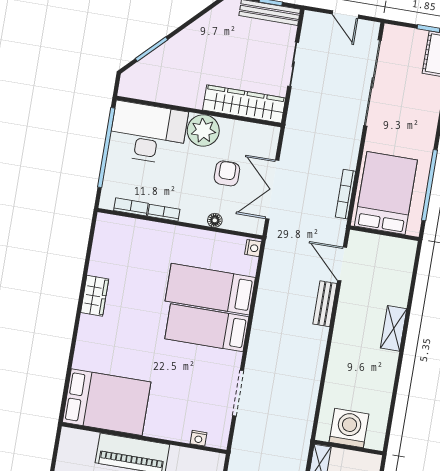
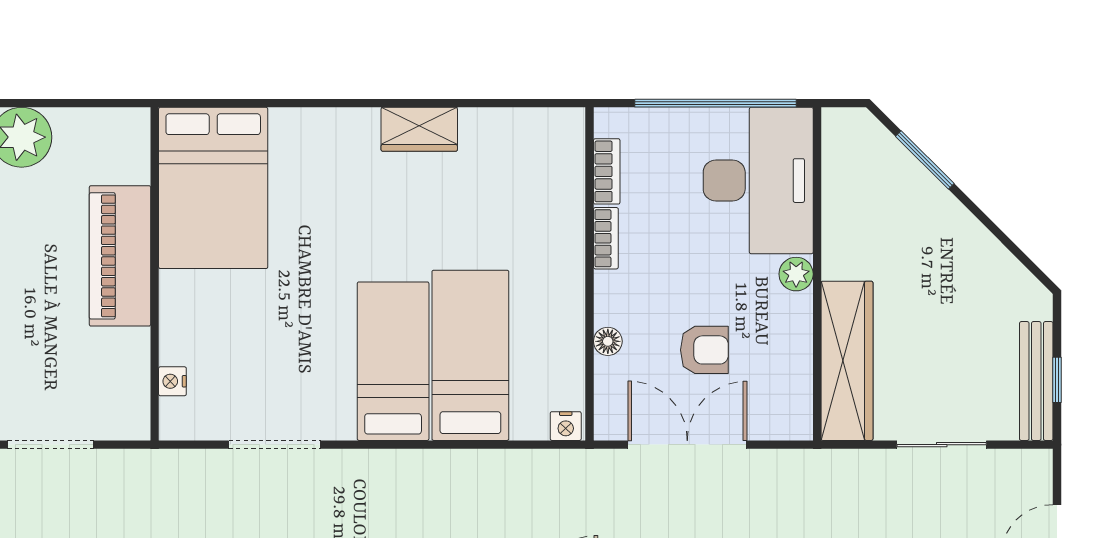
plant: (203, 130) -> (796, 274), width x0.53, depth x0.53

